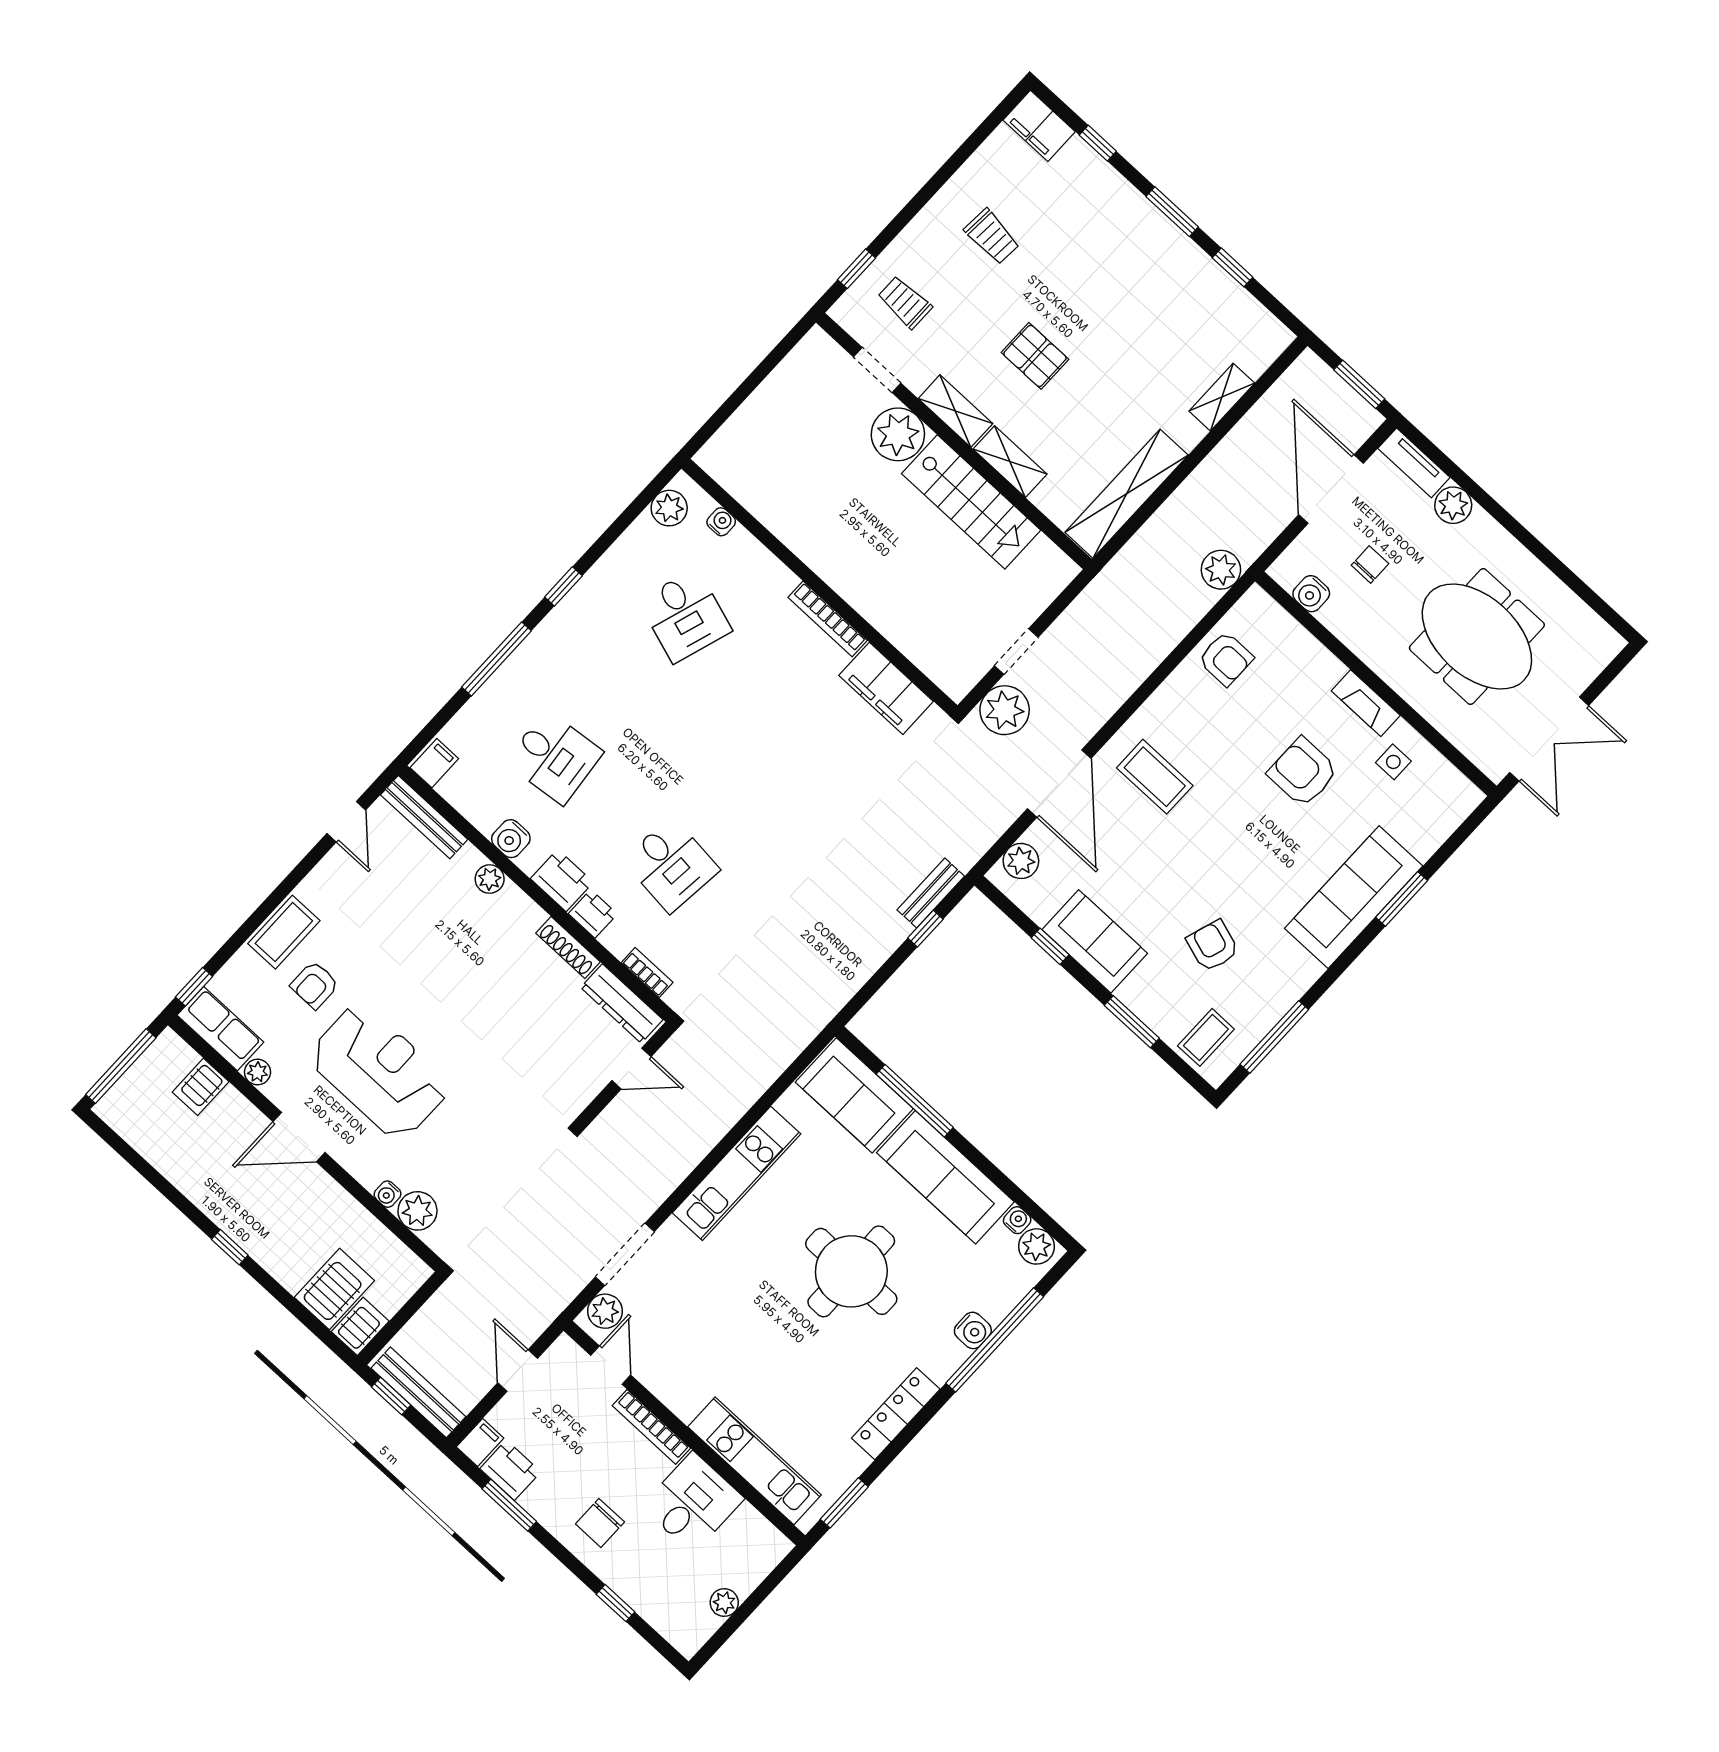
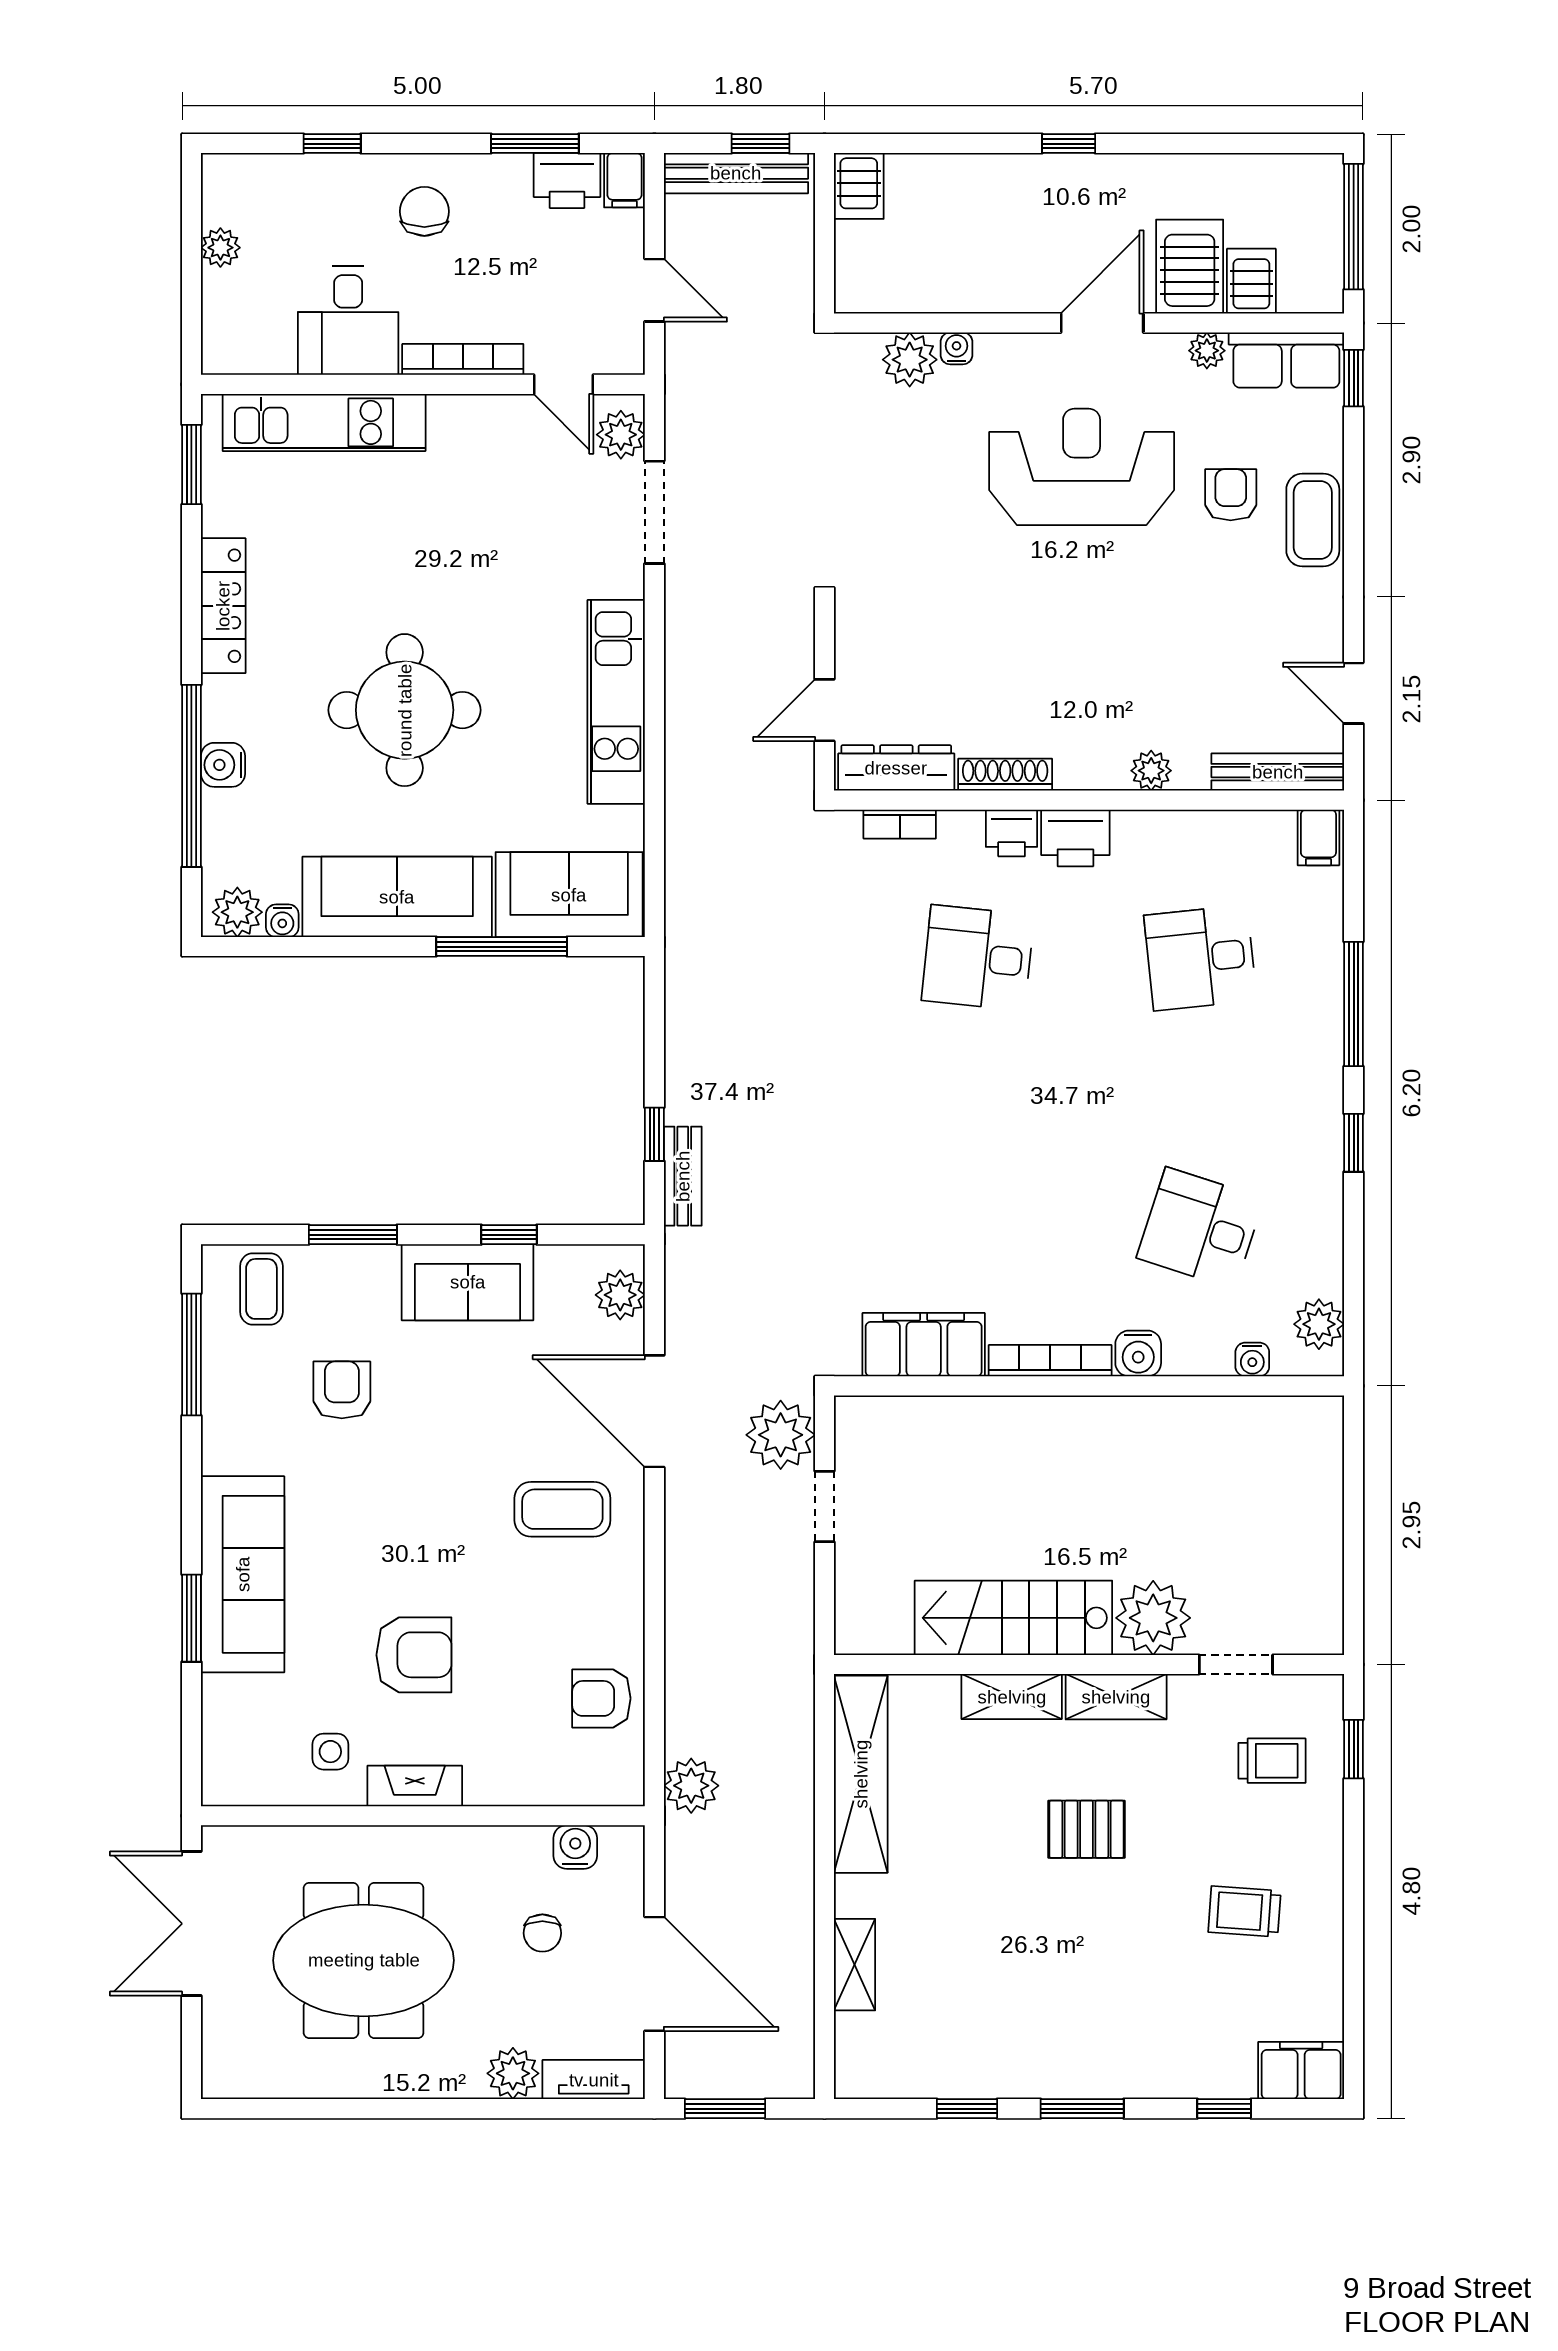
water cooler: (511, 839) -> (1138, 1353), moved, turned 180
armchair: (1213, 946) -> (342, 1390), turned -108
reception desk: (379, 1072) -> (1082, 467), turned 180
server rack: (334, 1289) -> (1190, 267), moved, turned 180

